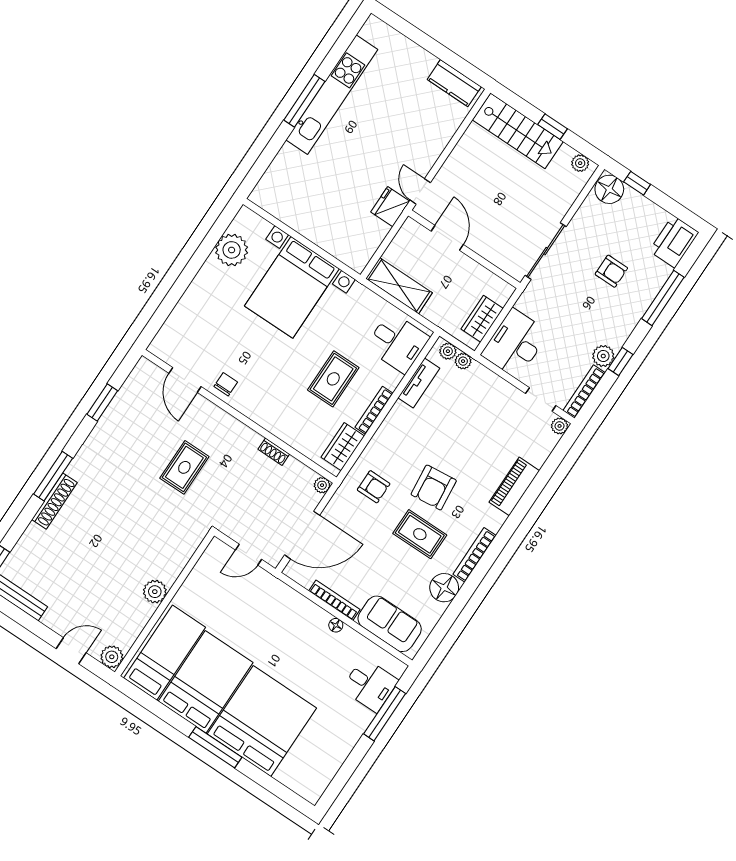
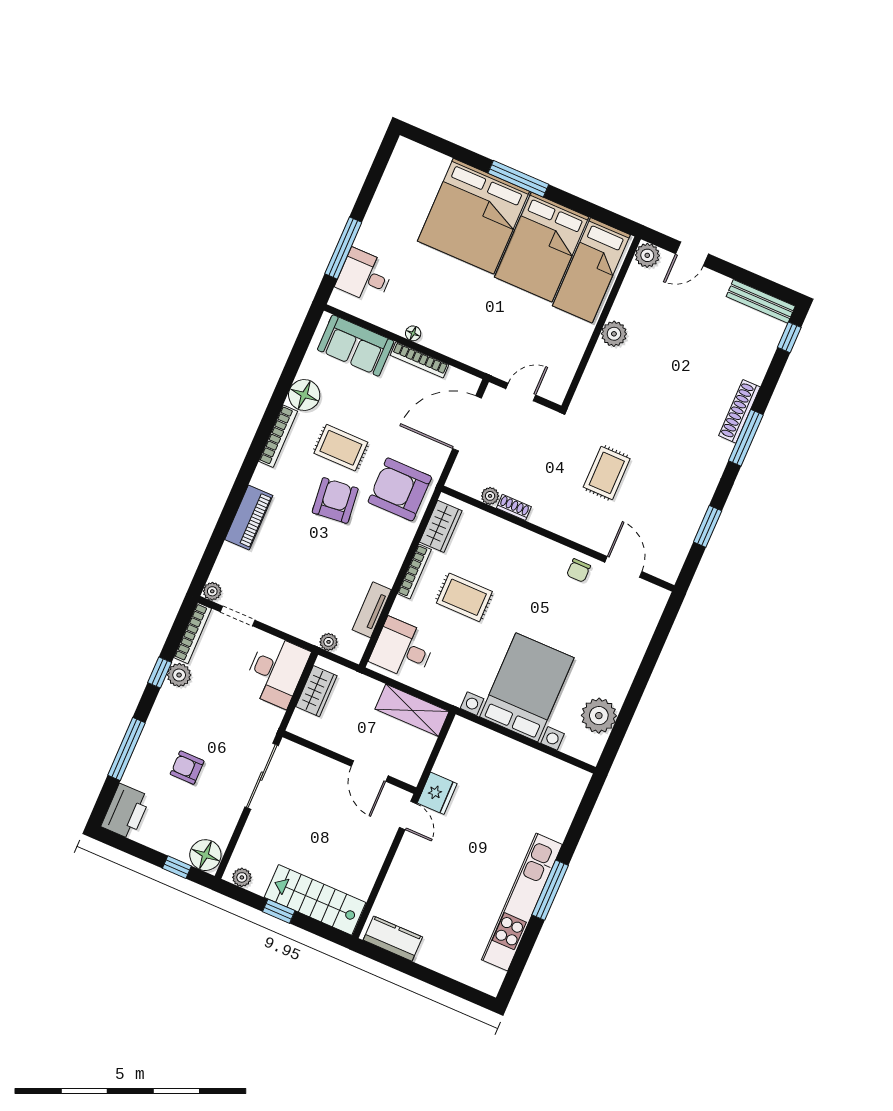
plant: (448, 351) -> (347, 650), removed
rug: (333, 379) -> (464, 597), turned 90
plant: (322, 485) -> (490, 496), moved
armchair: (374, 487) -> (400, 489), width x1.88, depth x1.88

